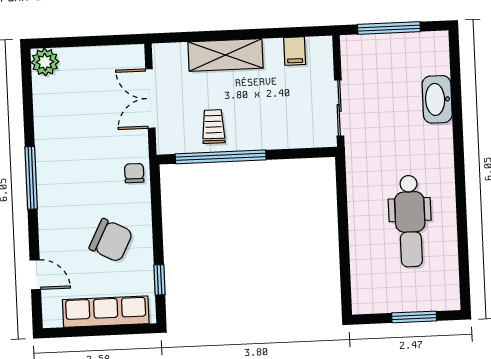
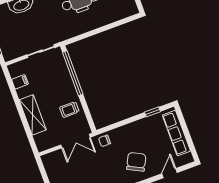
double door: (150, 98) -> (75, 141), moved
window: (221, 157) -> (73, 73), moved
chair: (111, 240) -> (136, 162), moved

